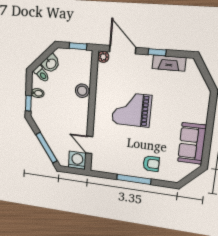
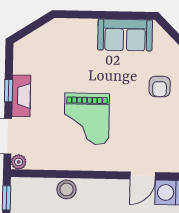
fireplace: (169, 63) -> (21, 96), moved
armchair: (151, 164) -> (160, 87), turned 180

